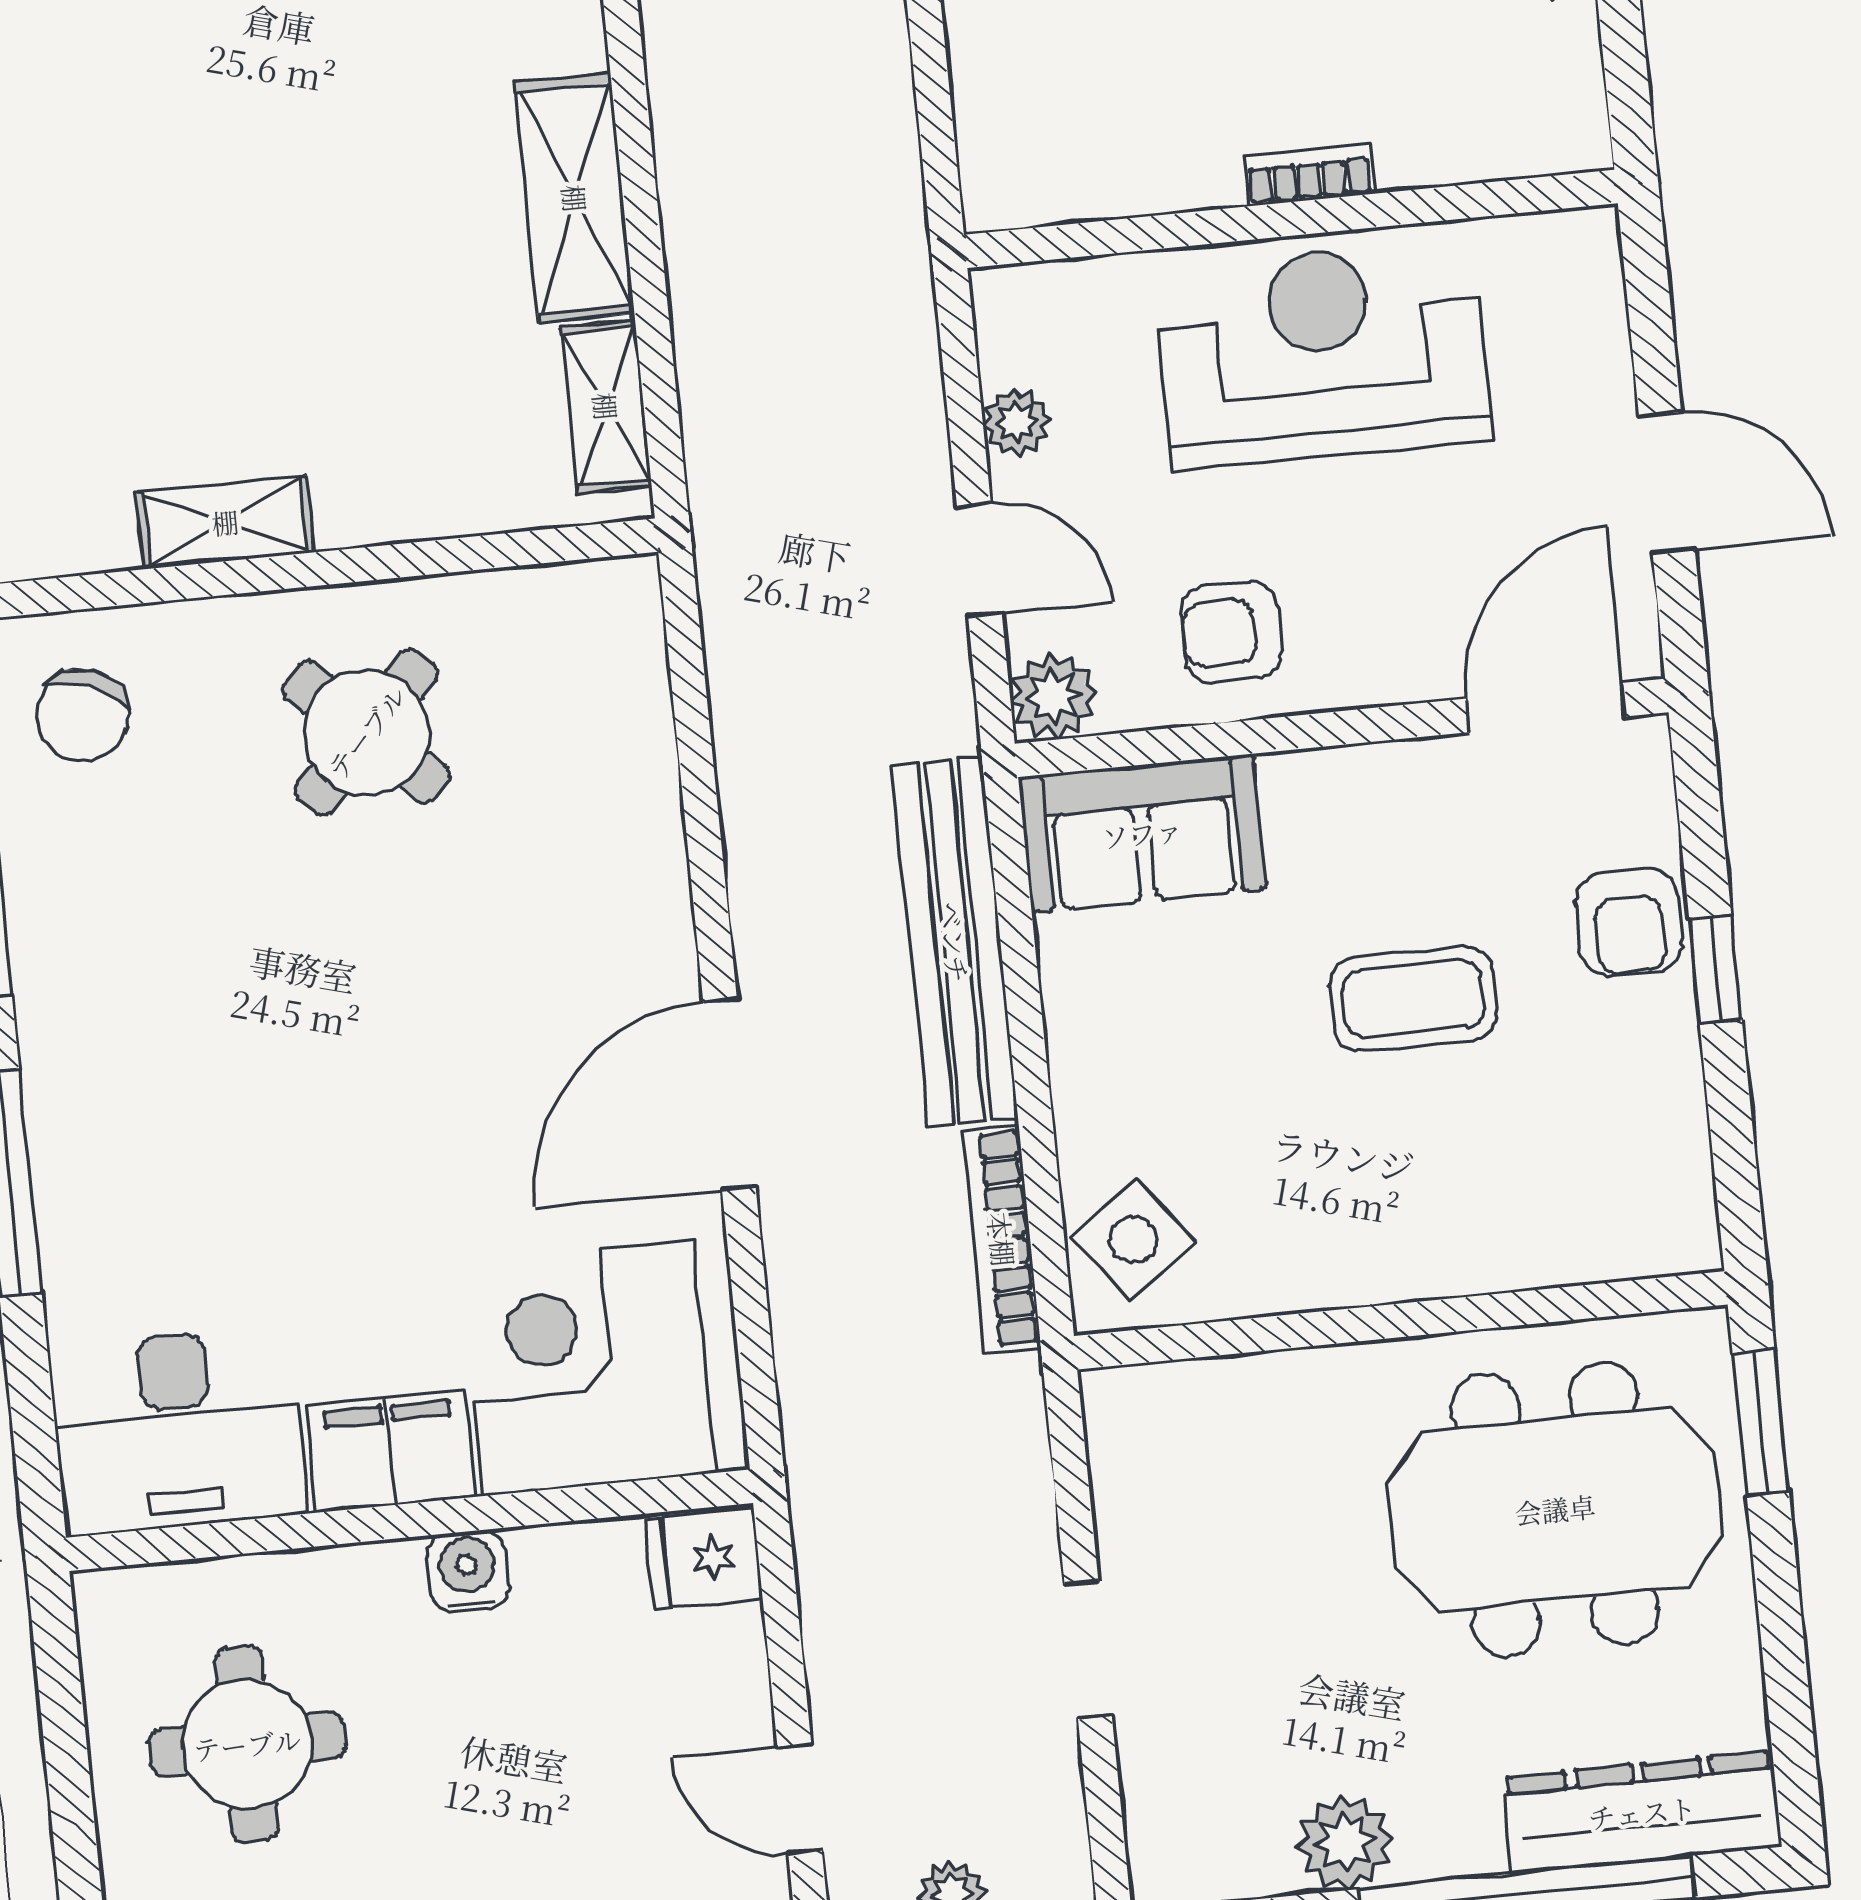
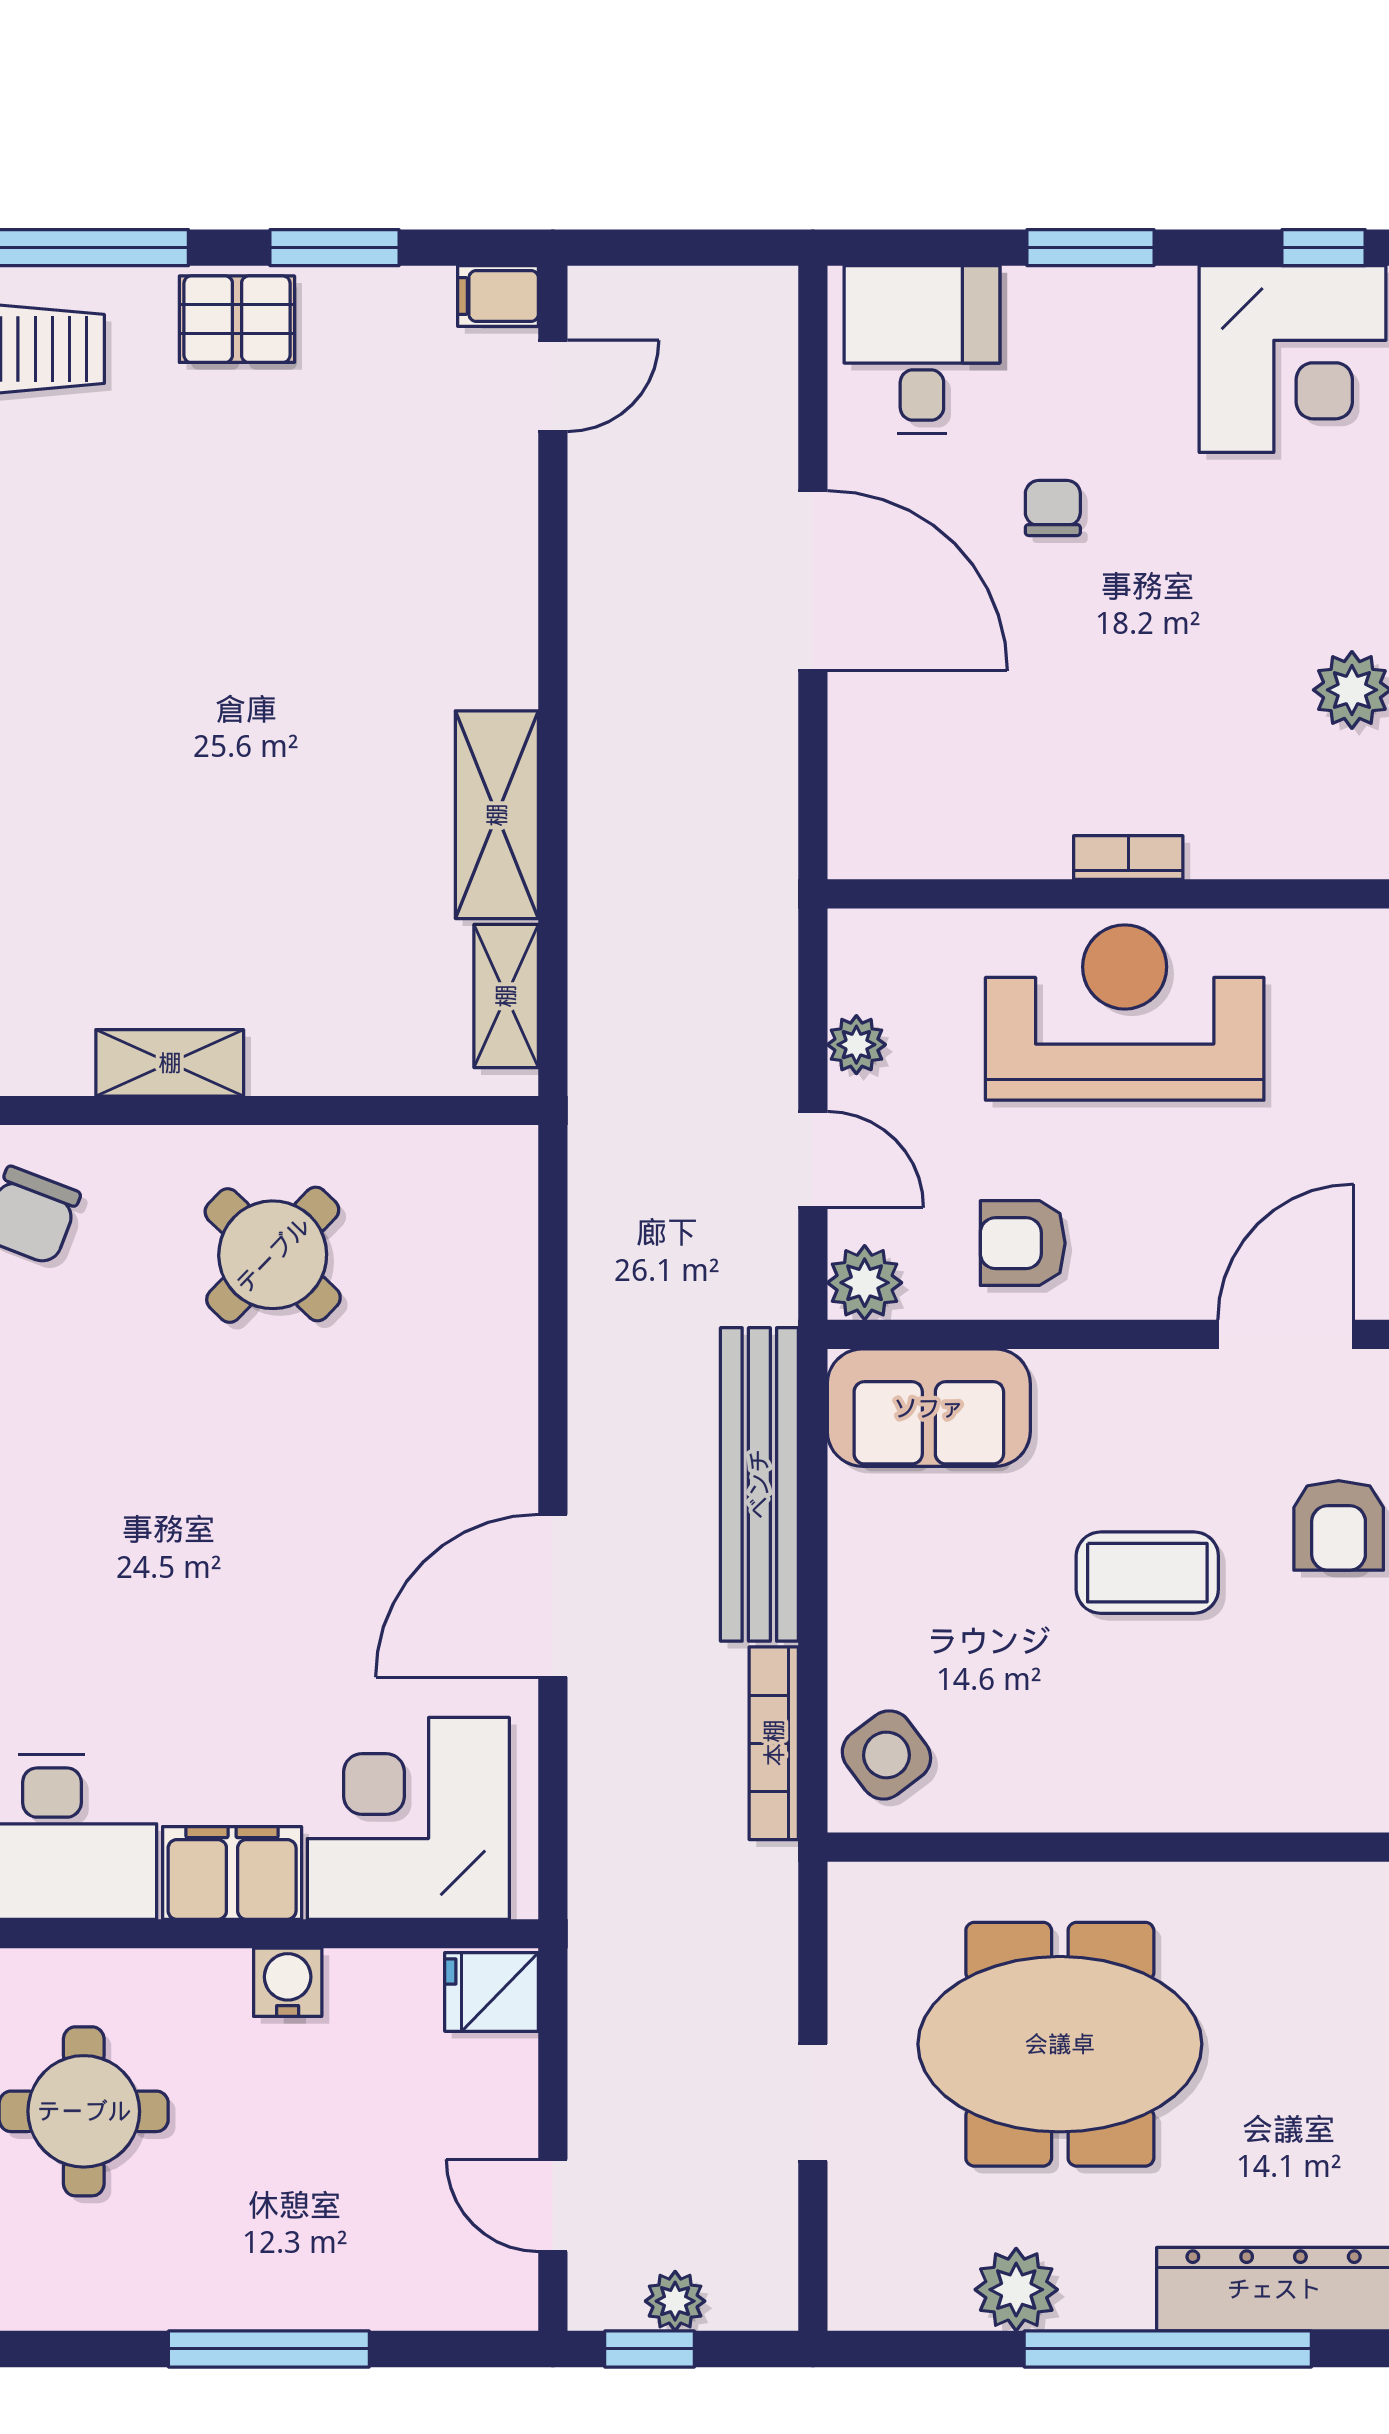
meeting table: (1555, 1509) -> (1060, 2044), moved

